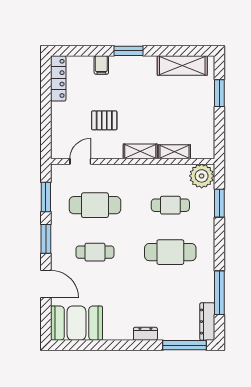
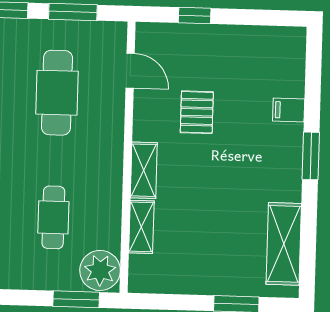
locker: (58, 78) -> (269, 38), removed
window: (46, 123) -> (195, 16), added
window: (219, 203) -> (76, 299), moved

